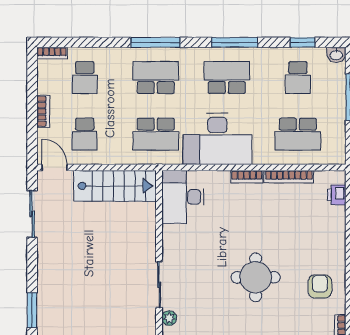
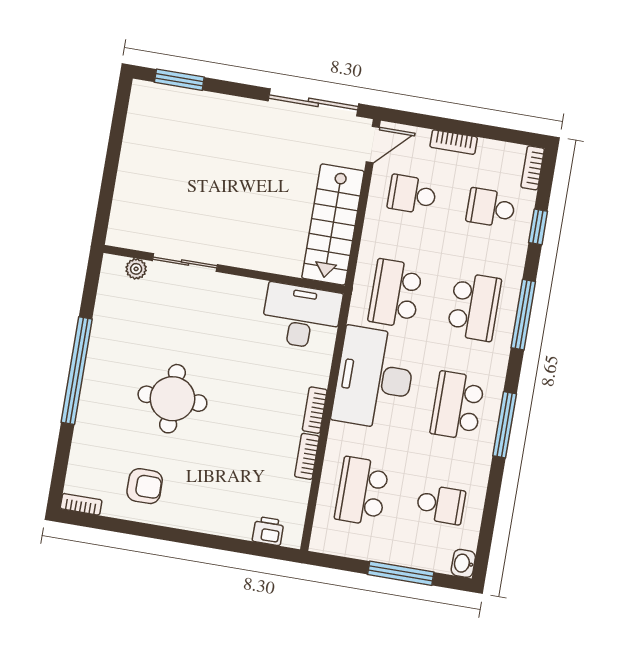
window: (303, 42) -> (538, 227), moved
school desk: (227, 78) -> (457, 406), turned 180
school desk: (298, 78) -> (441, 505), turned 180
bookcase: (289, 177) -> (307, 456), width x0.64
sliding door: (32, 214) -> (313, 102), width x1.37

